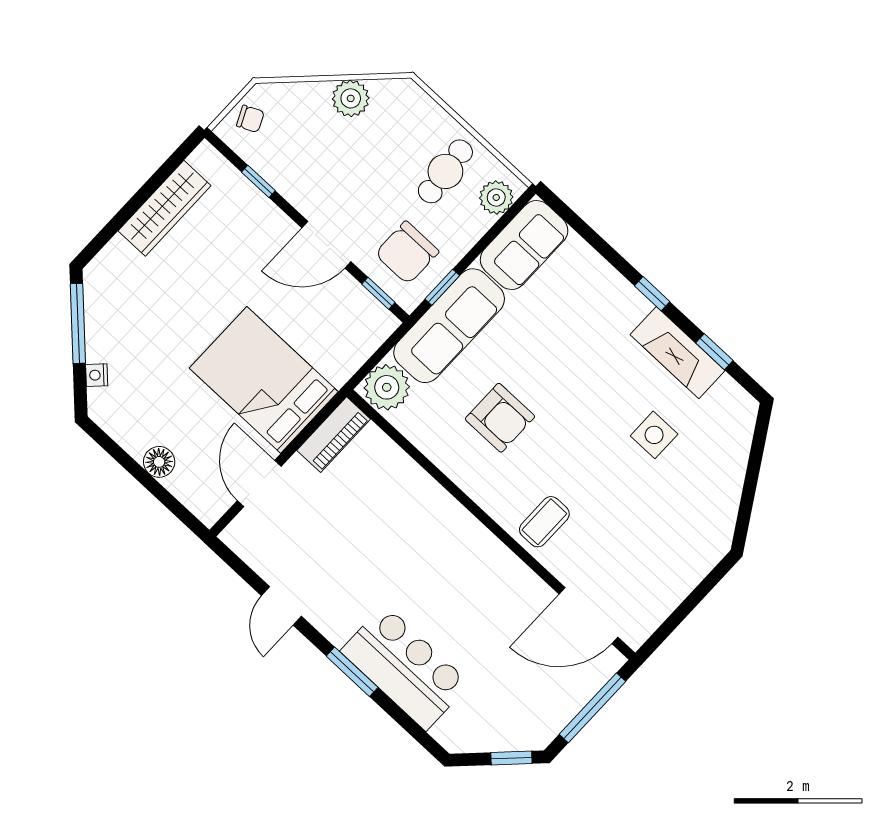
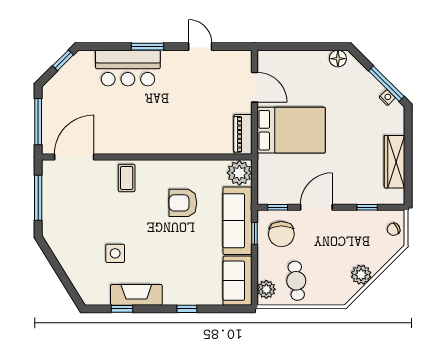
chair: (407, 253) -> (281, 234), turned 180
window: (652, 294) -> (187, 309), moved
nightstand: (97, 375) -> (387, 98), moved
floor lamp: (159, 462) -> (338, 59), moved
window: (688, 606) -> (38, 198), added
window: (511, 758) -> (63, 60), moved

